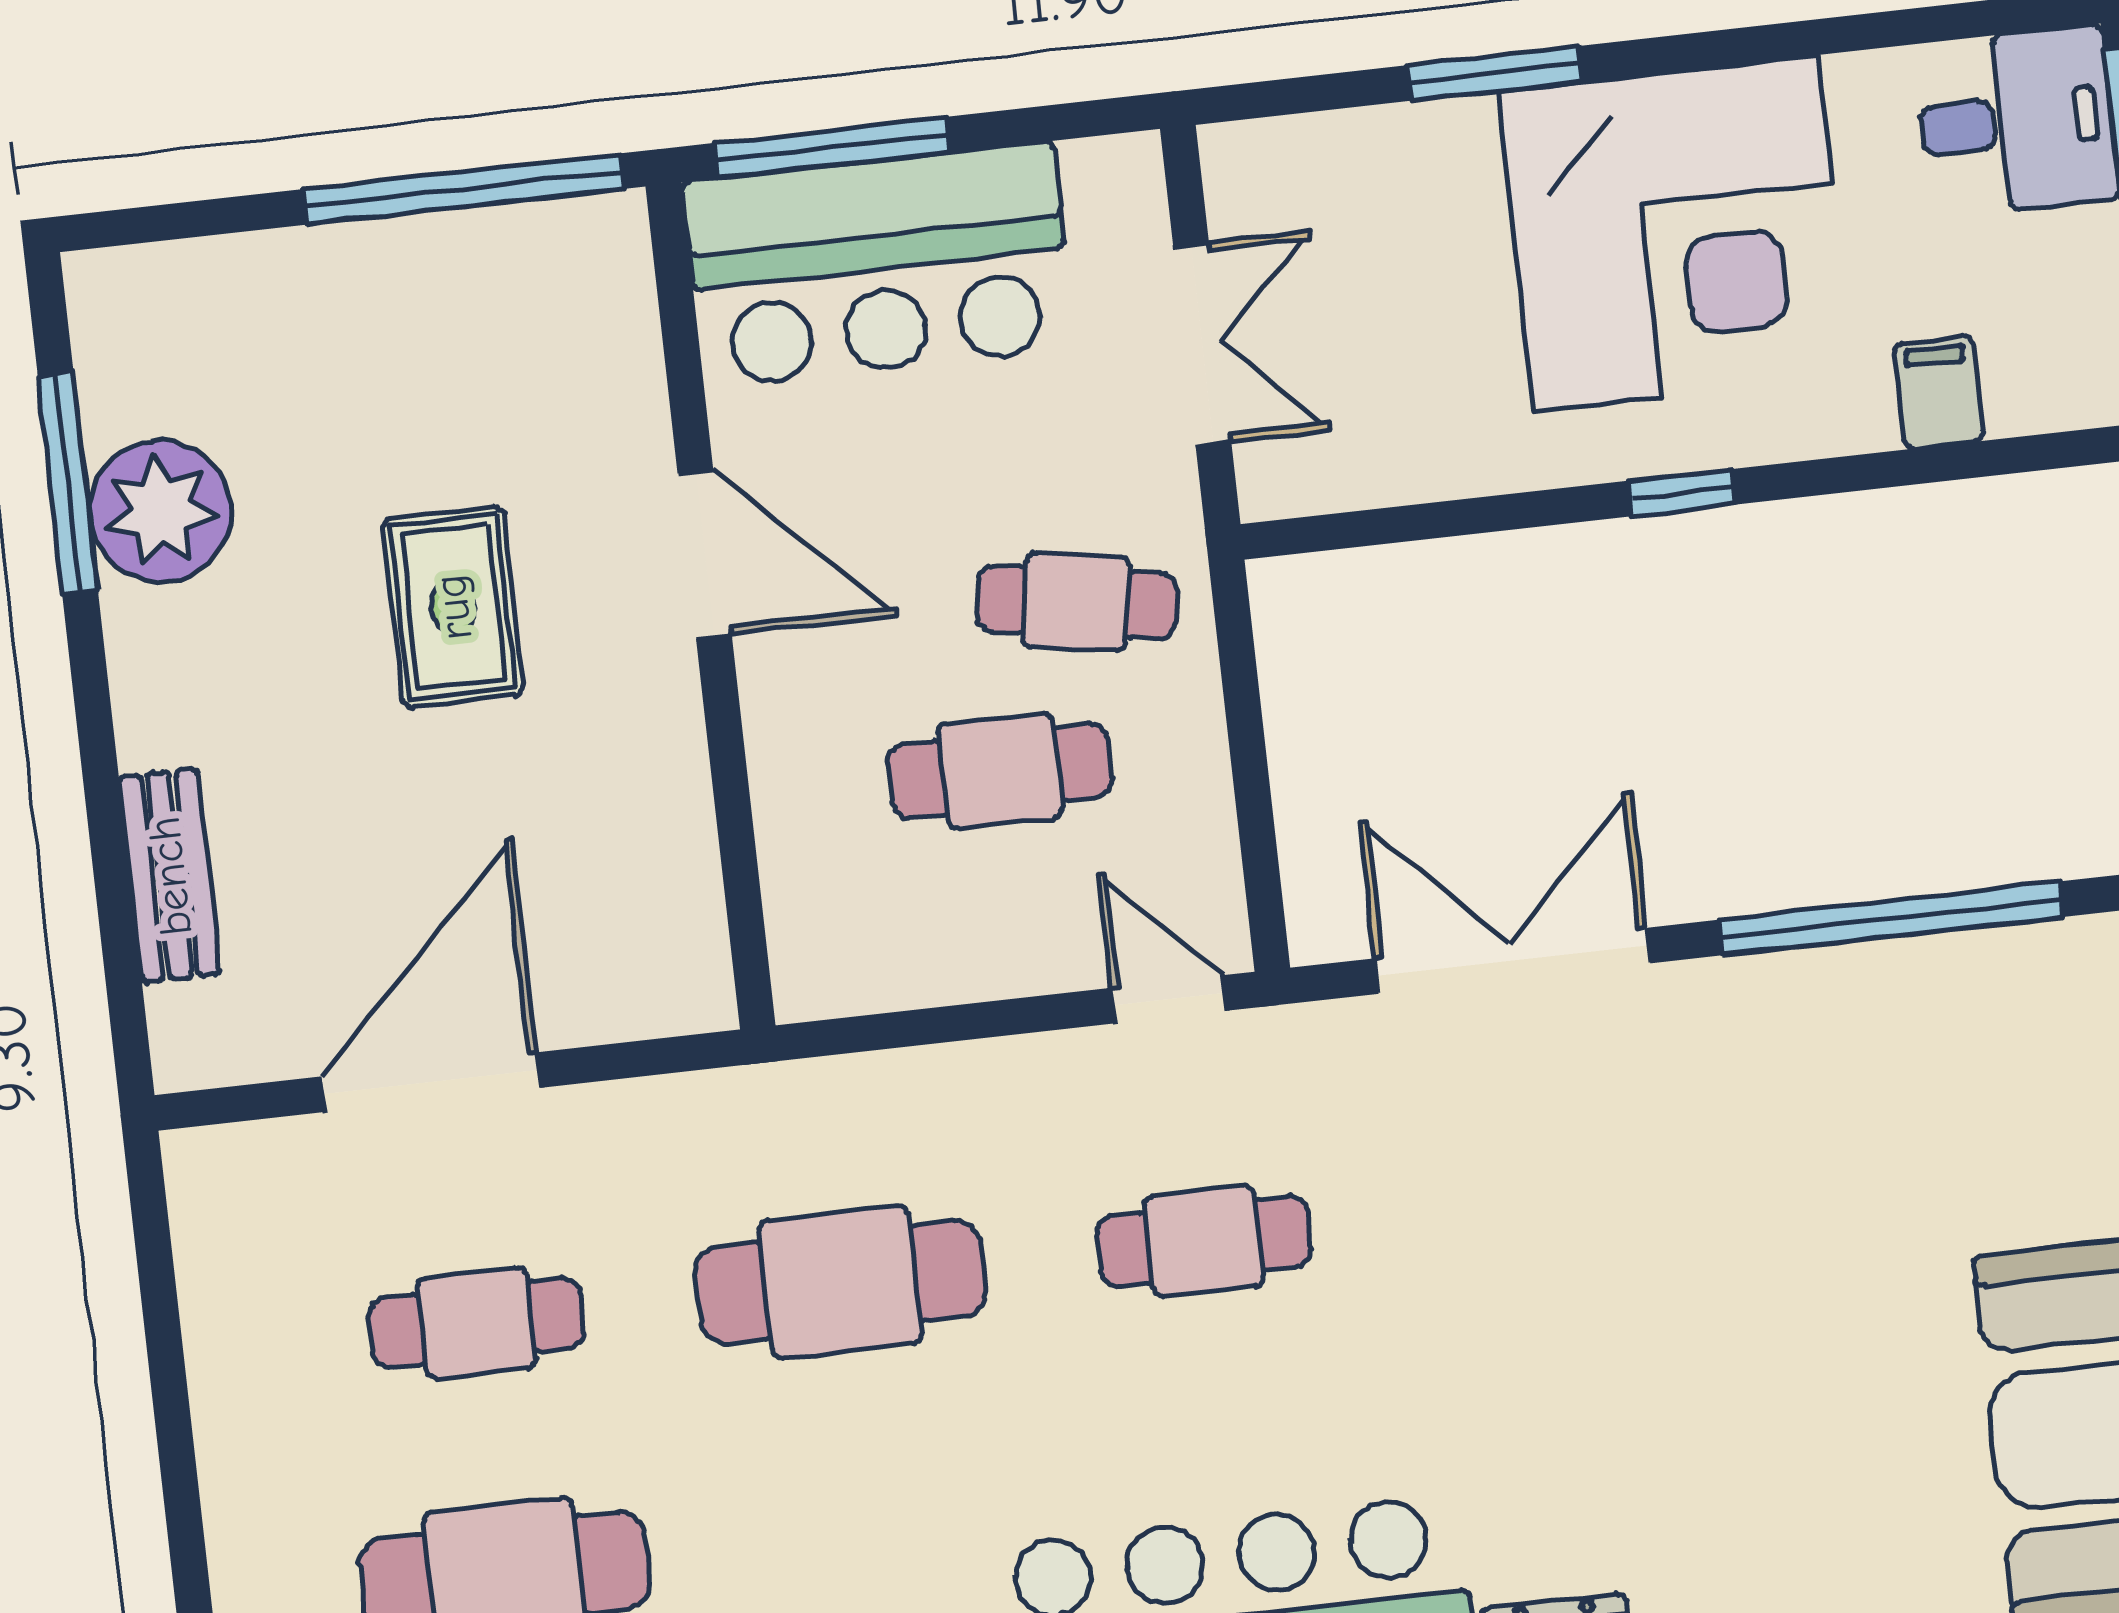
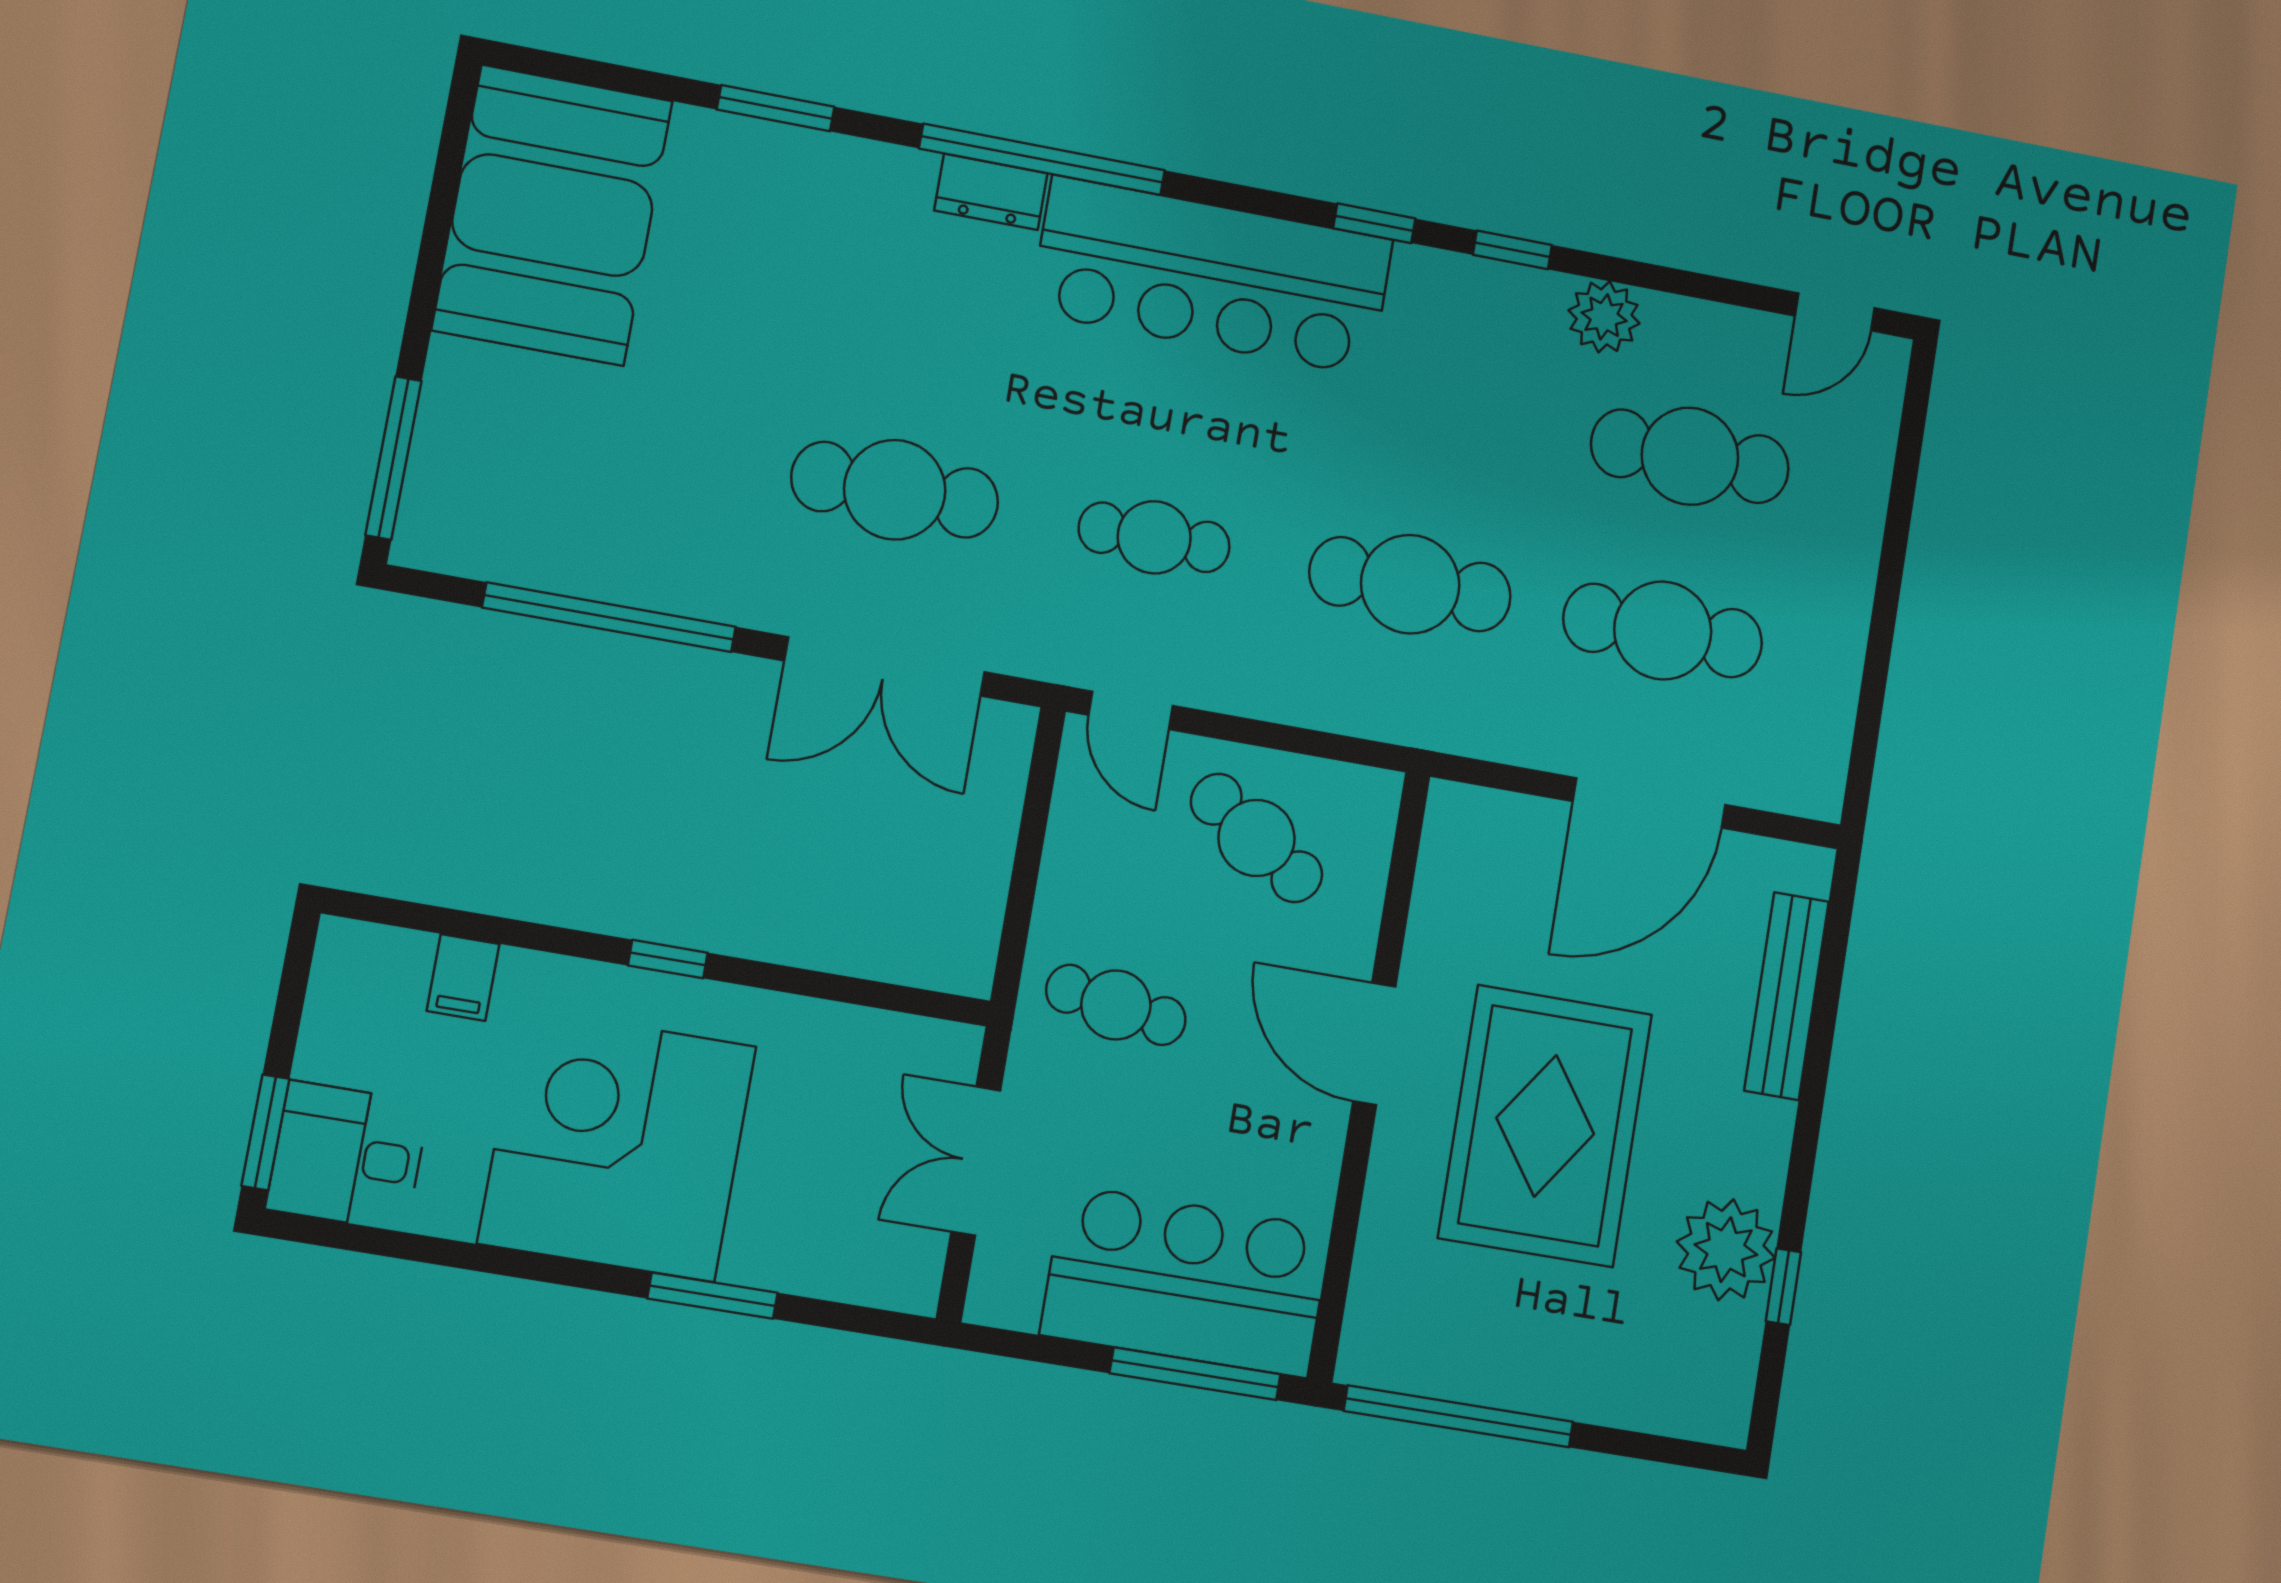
window: (68, 483) -> (1783, 1287), width x0.46
door: (705, 554) -> (1374, 1044), moved
rug: (453, 607) -> (1545, 1126), width x1.86, depth x2.06
cafe table: (1000, 771) -> (1256, 838), moved, turned 34
bench: (170, 876) -> (1787, 996), width x1.36
cafe table: (1568, 1200) -> (895, 490), added
cafe table: (477, 1323) -> (1663, 630), width x1.37, depth x1.35

